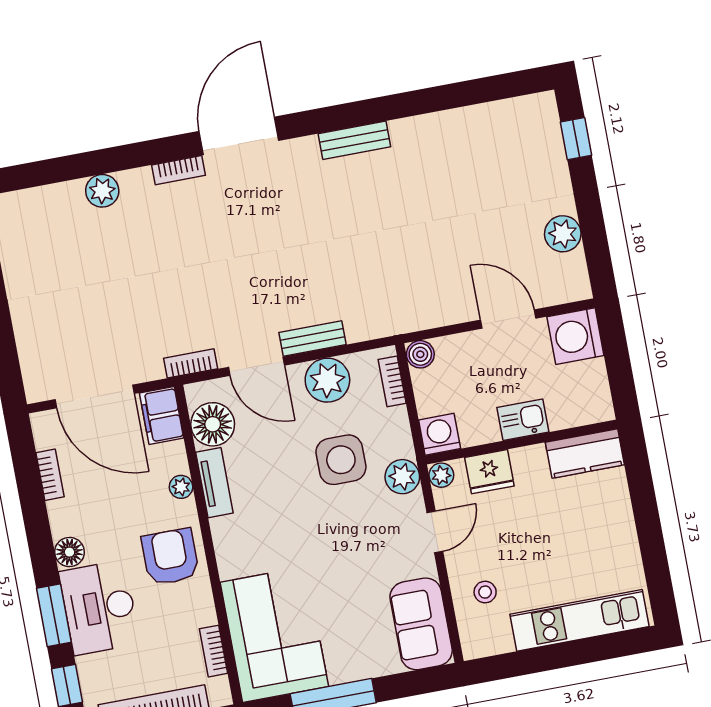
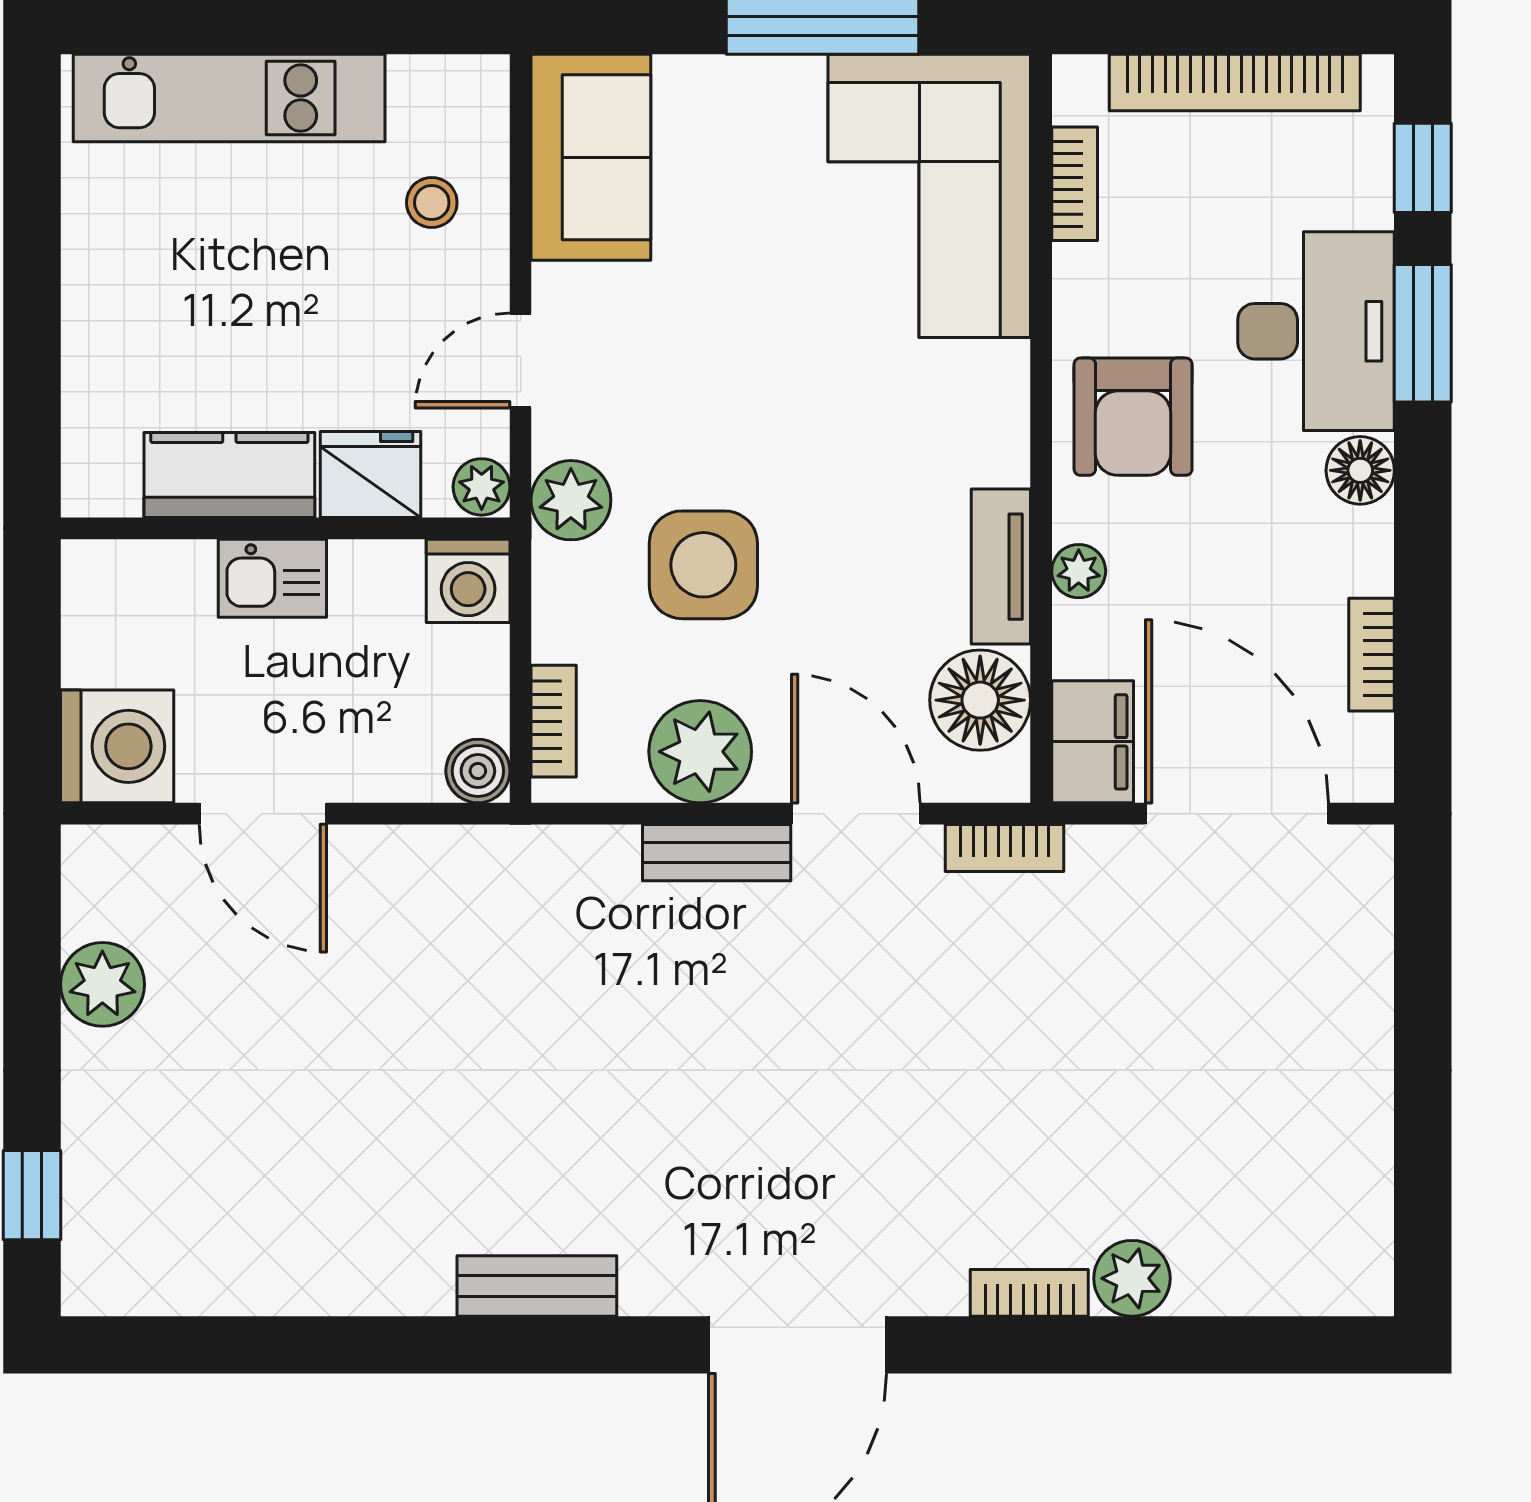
bookcase: (179, 170) -> (1029, 1293), moved
kitchen counter: (585, 454) -> (229, 475), moved

